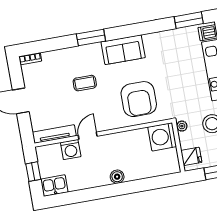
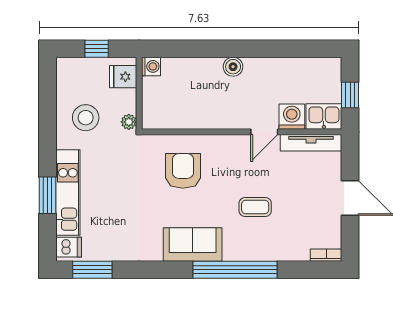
window: (91, 38) -> (235, 270), width x2.11
armchair: (139, 99) -> (183, 171), width x0.73, depth x0.73
washing machine: (162, 137) -> (151, 66), moved, width x0.53, depth x0.53
kitchen sink: (54, 186) -> (324, 117), moved, turned 180

